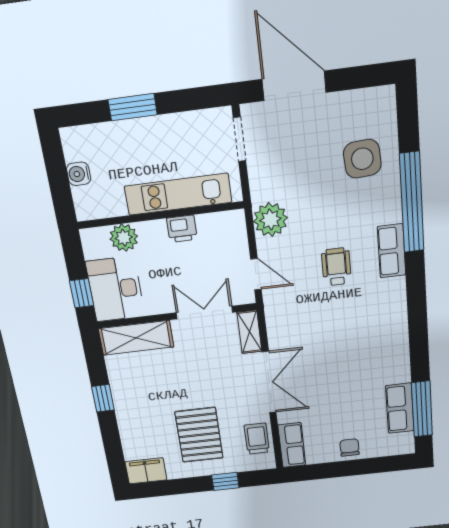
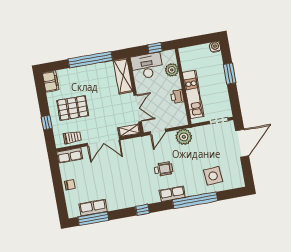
water cooler: (79, 174) -> (215, 47), moved
window: (82, 293) -> (155, 48), moved
window: (417, 314) -> (142, 210), added
window: (103, 398) -> (90, 60), width x3.17

